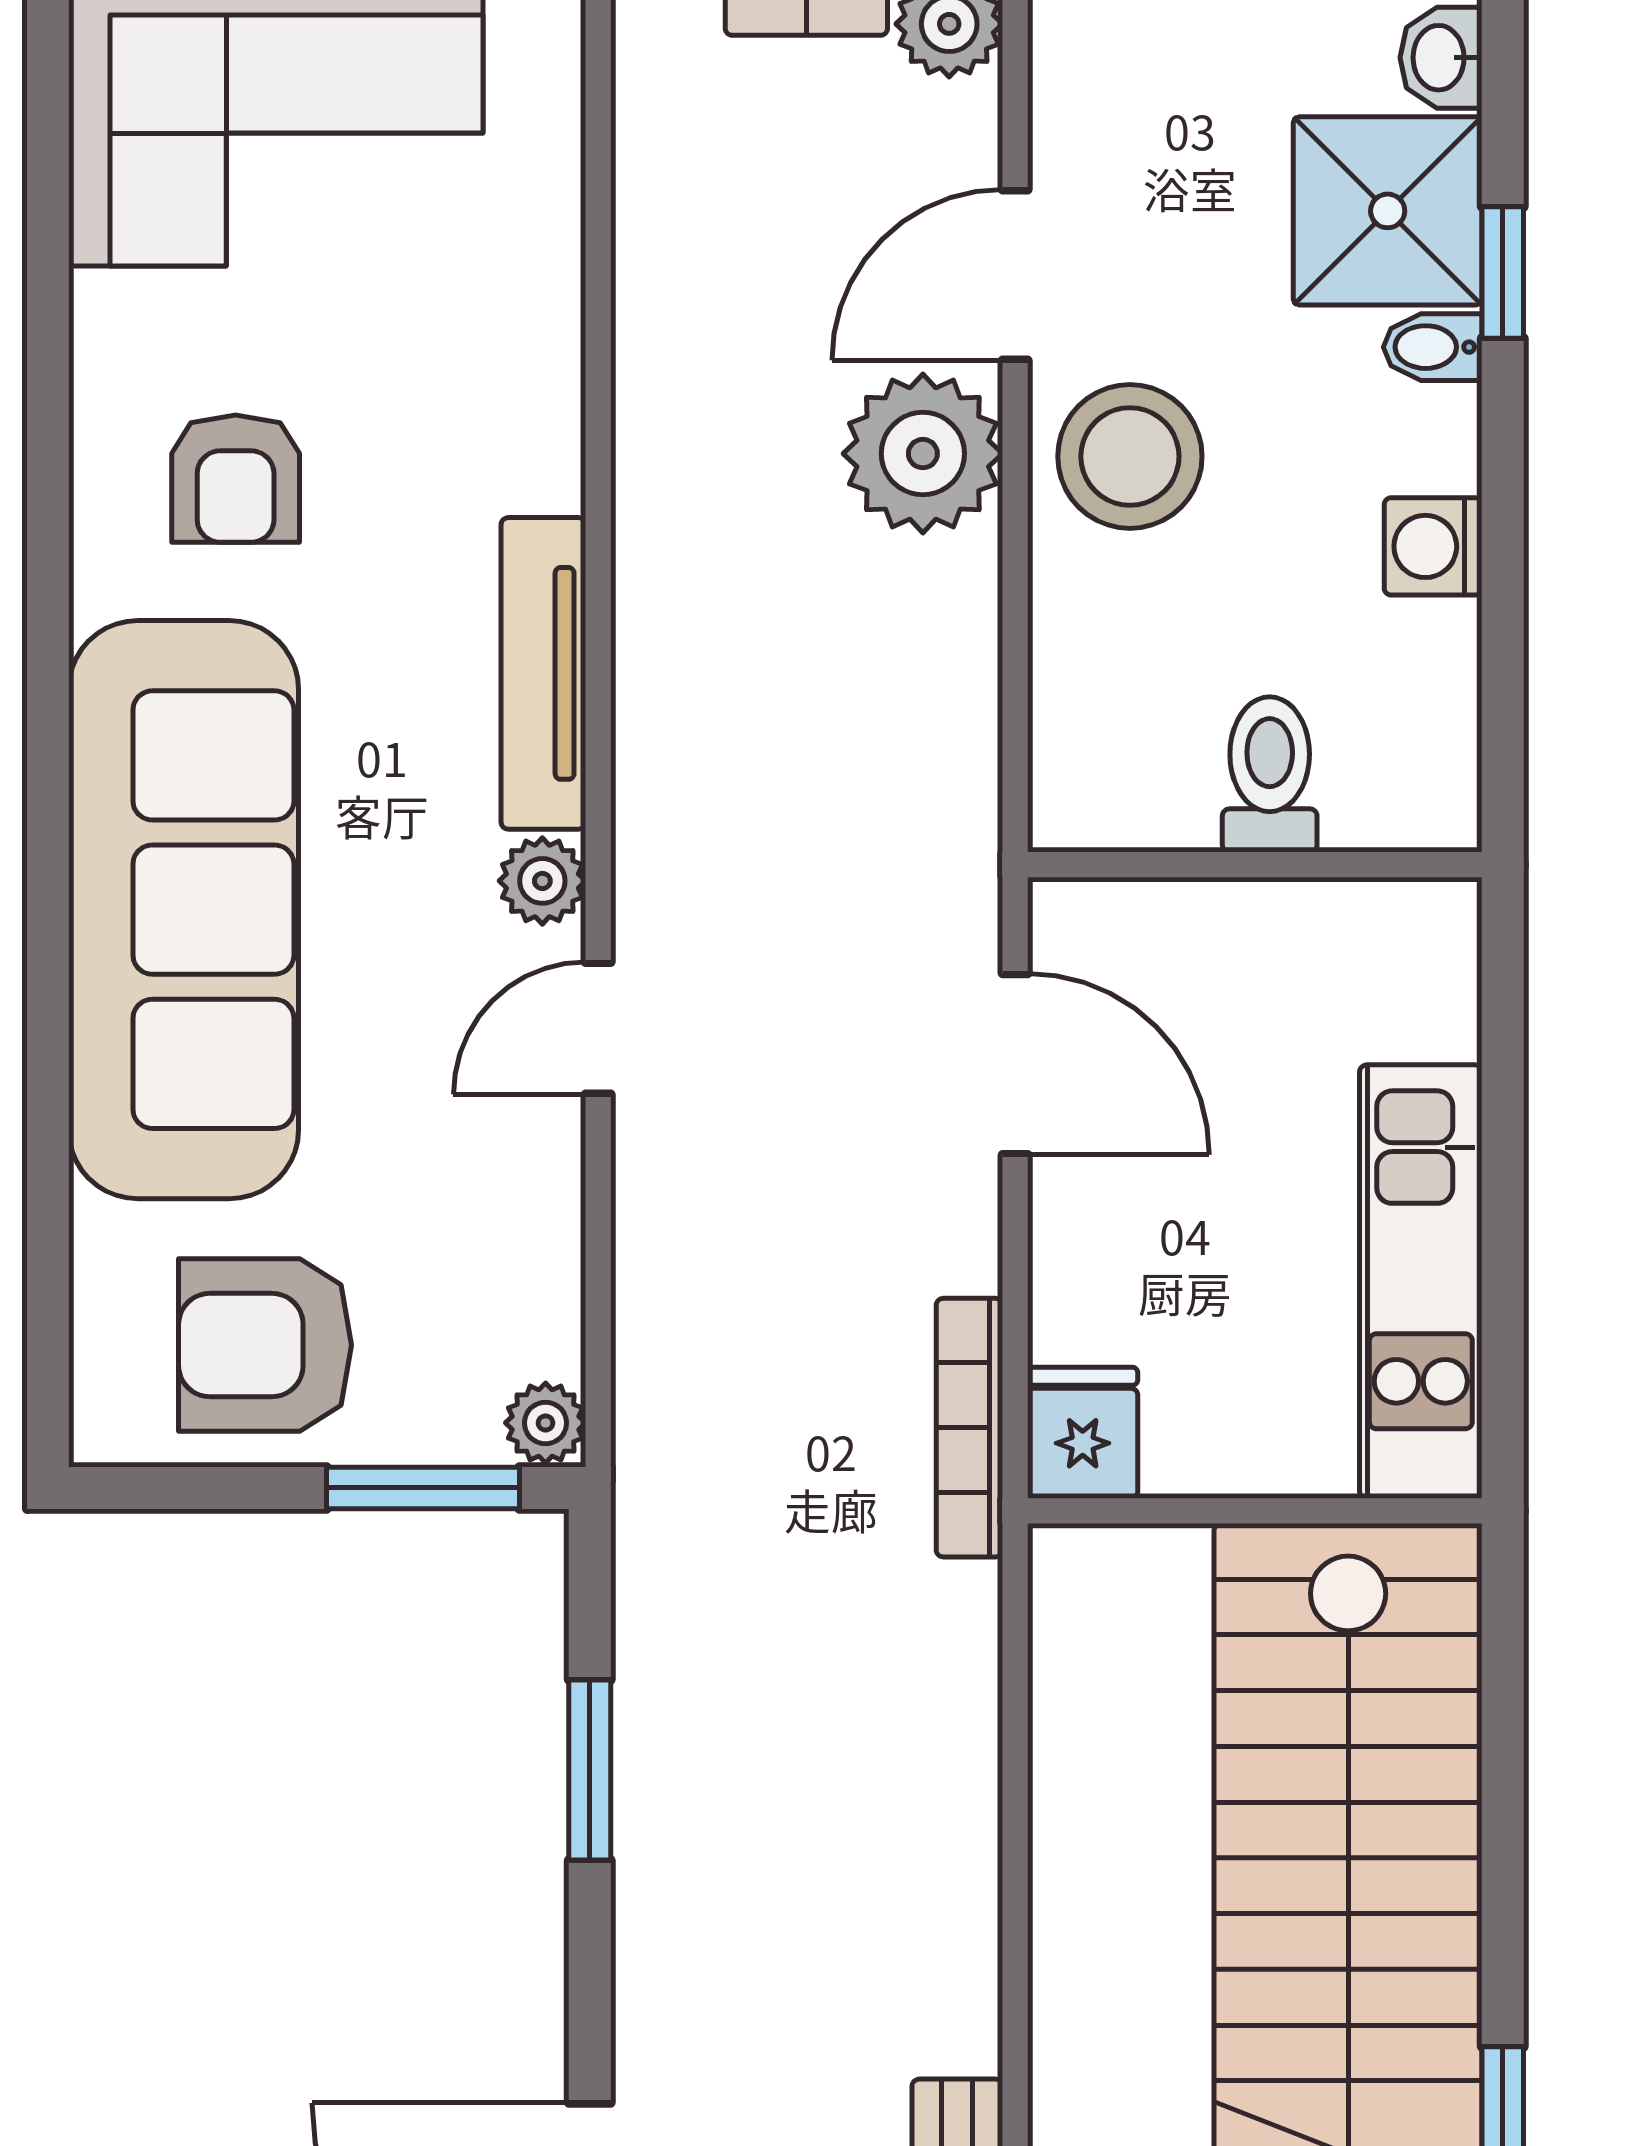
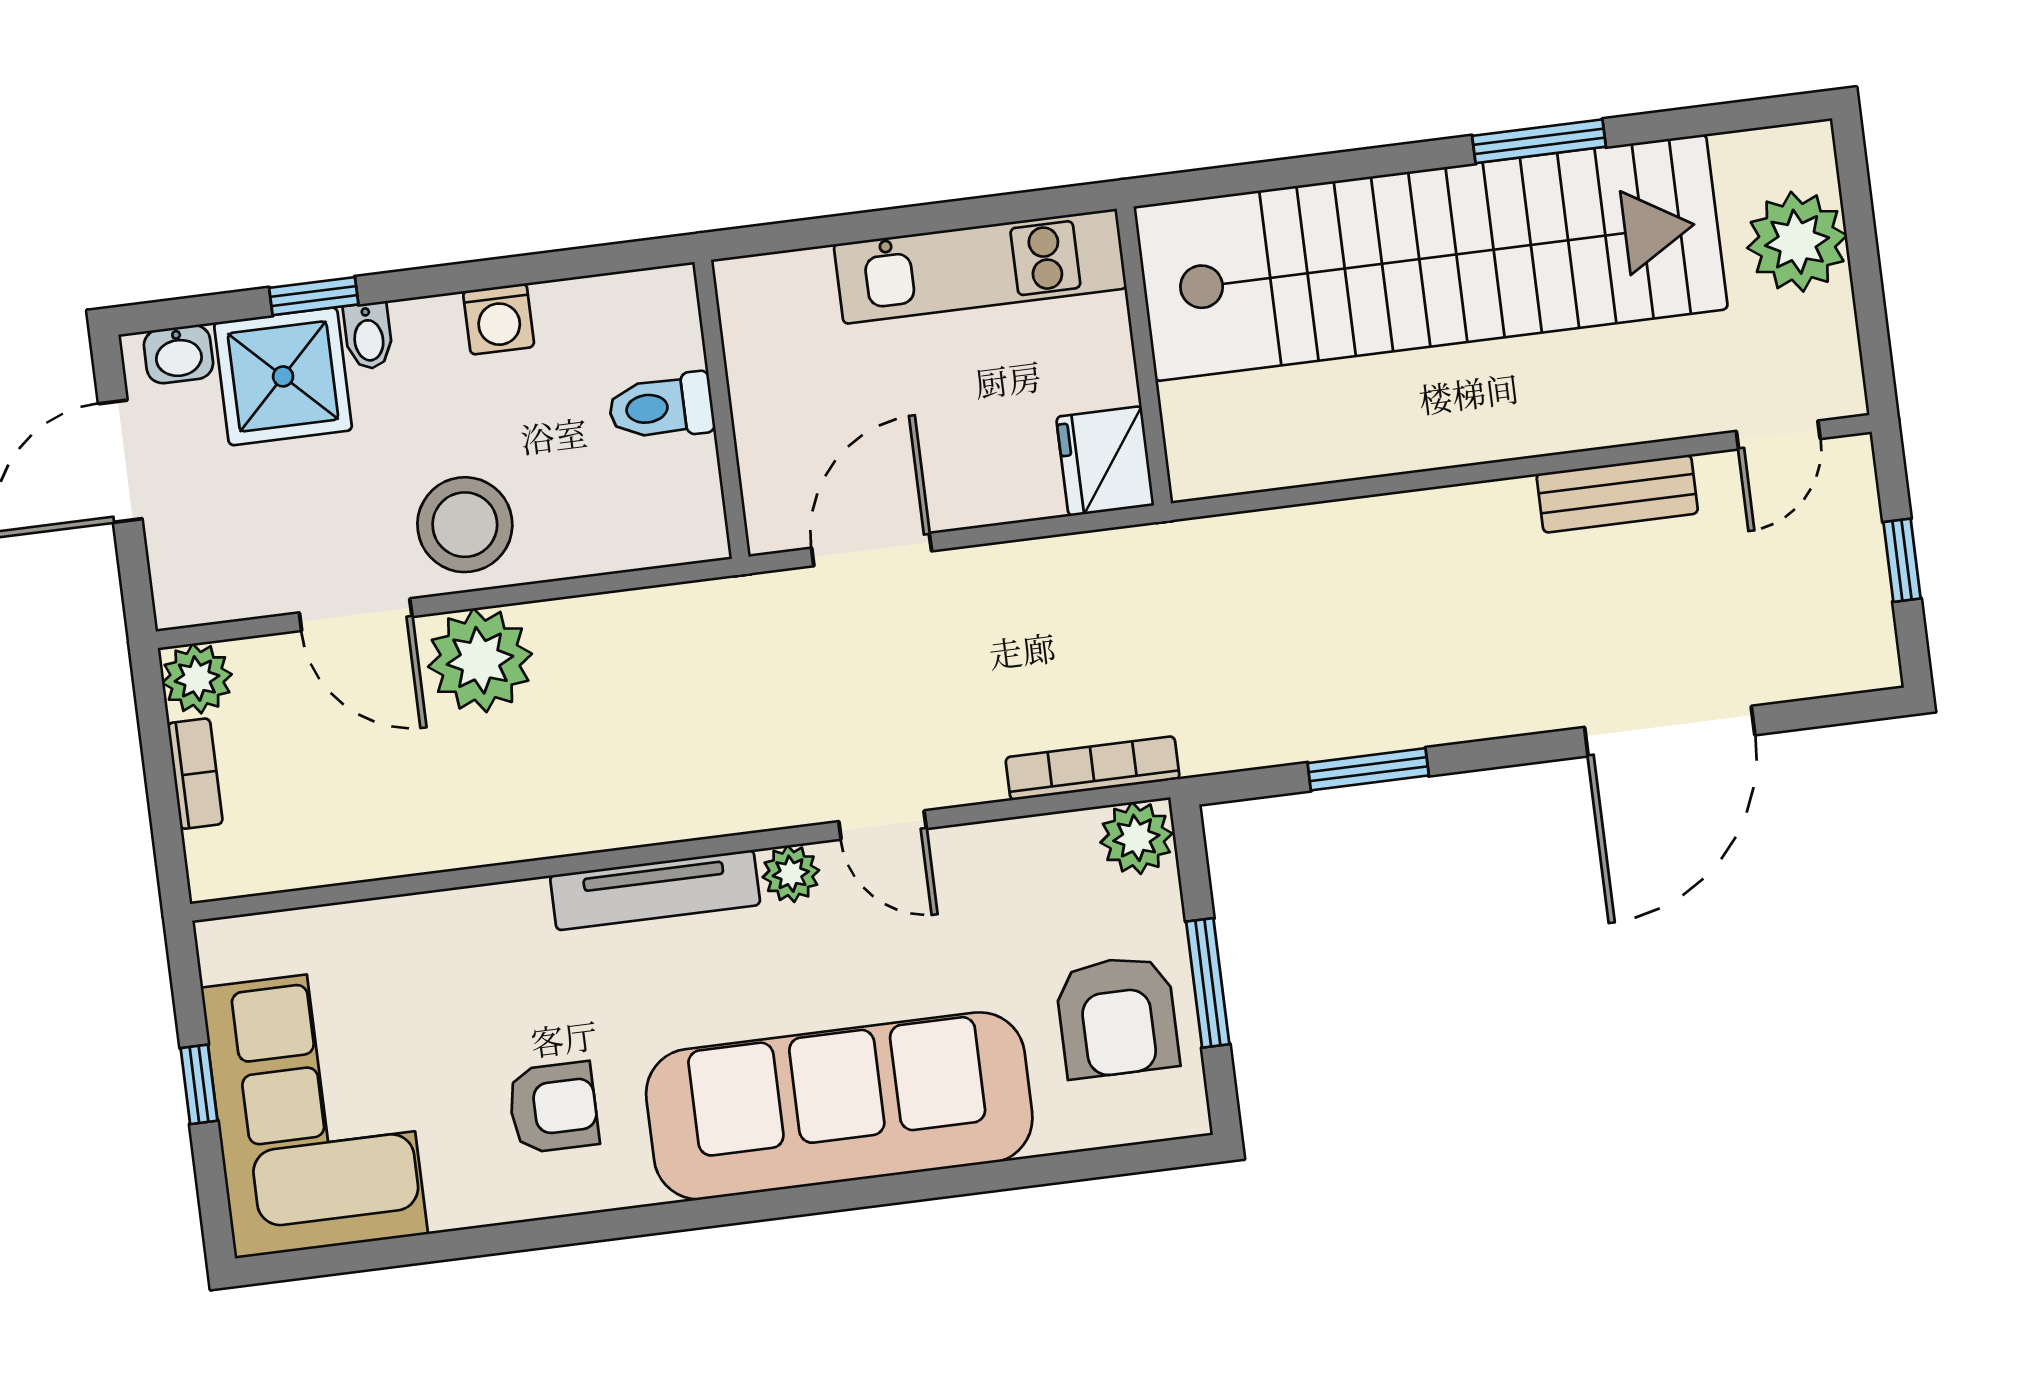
plant: (546, 1423) -> (1136, 838), width x1.38, depth x1.38
bookcase: (969, 1428) -> (1093, 768), moved, turned 180
fridge: (1083, 1433) -> (1105, 461), width x1.38
window: (423, 1488) -> (1208, 983), moved

